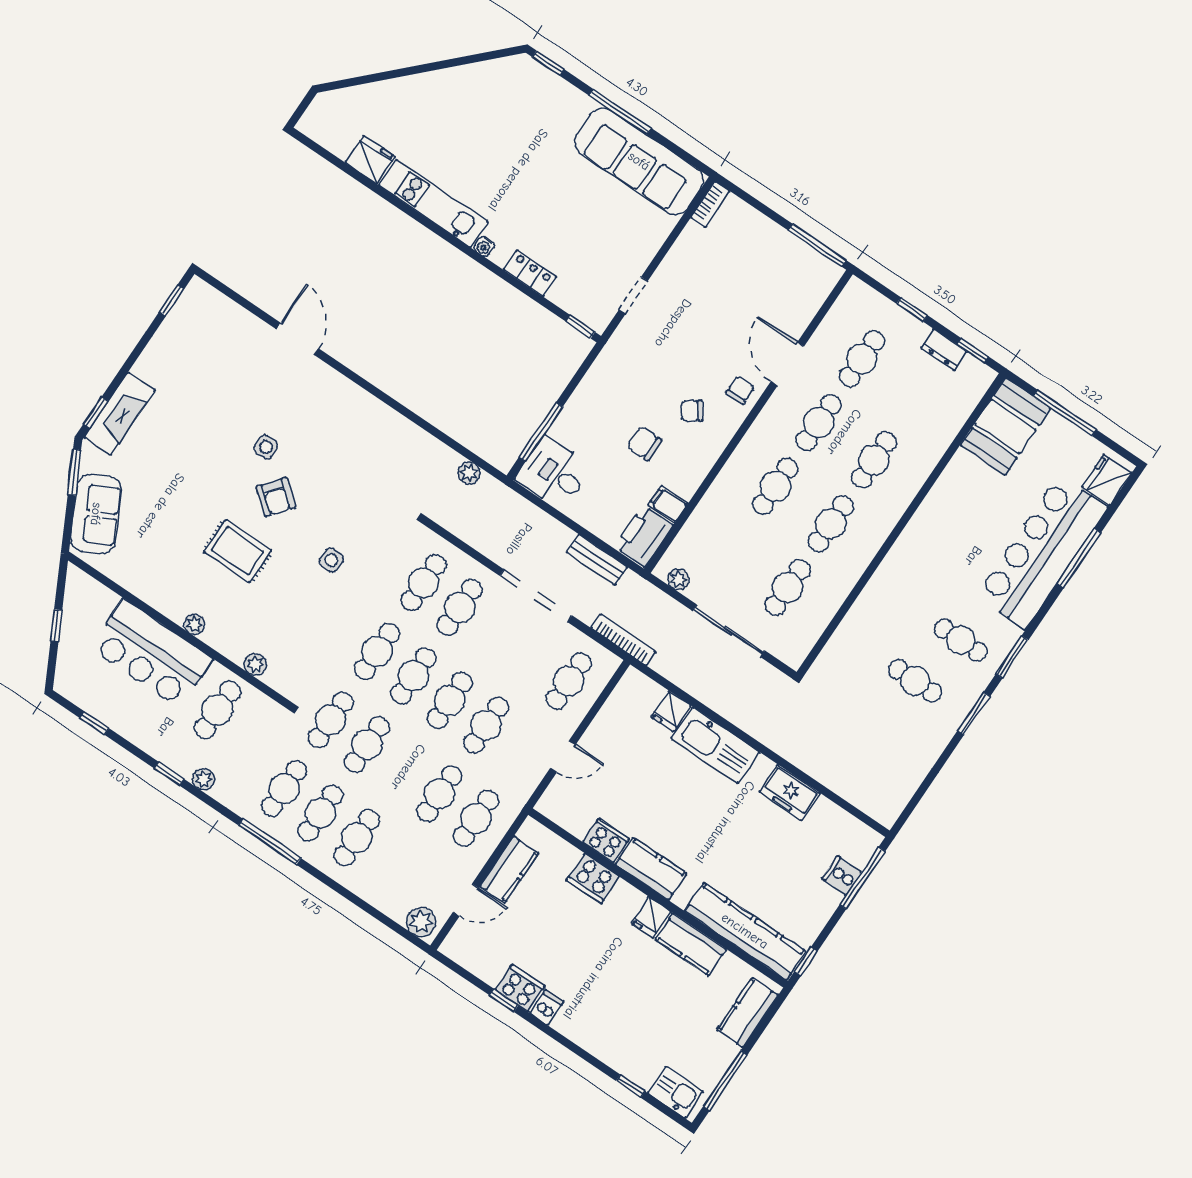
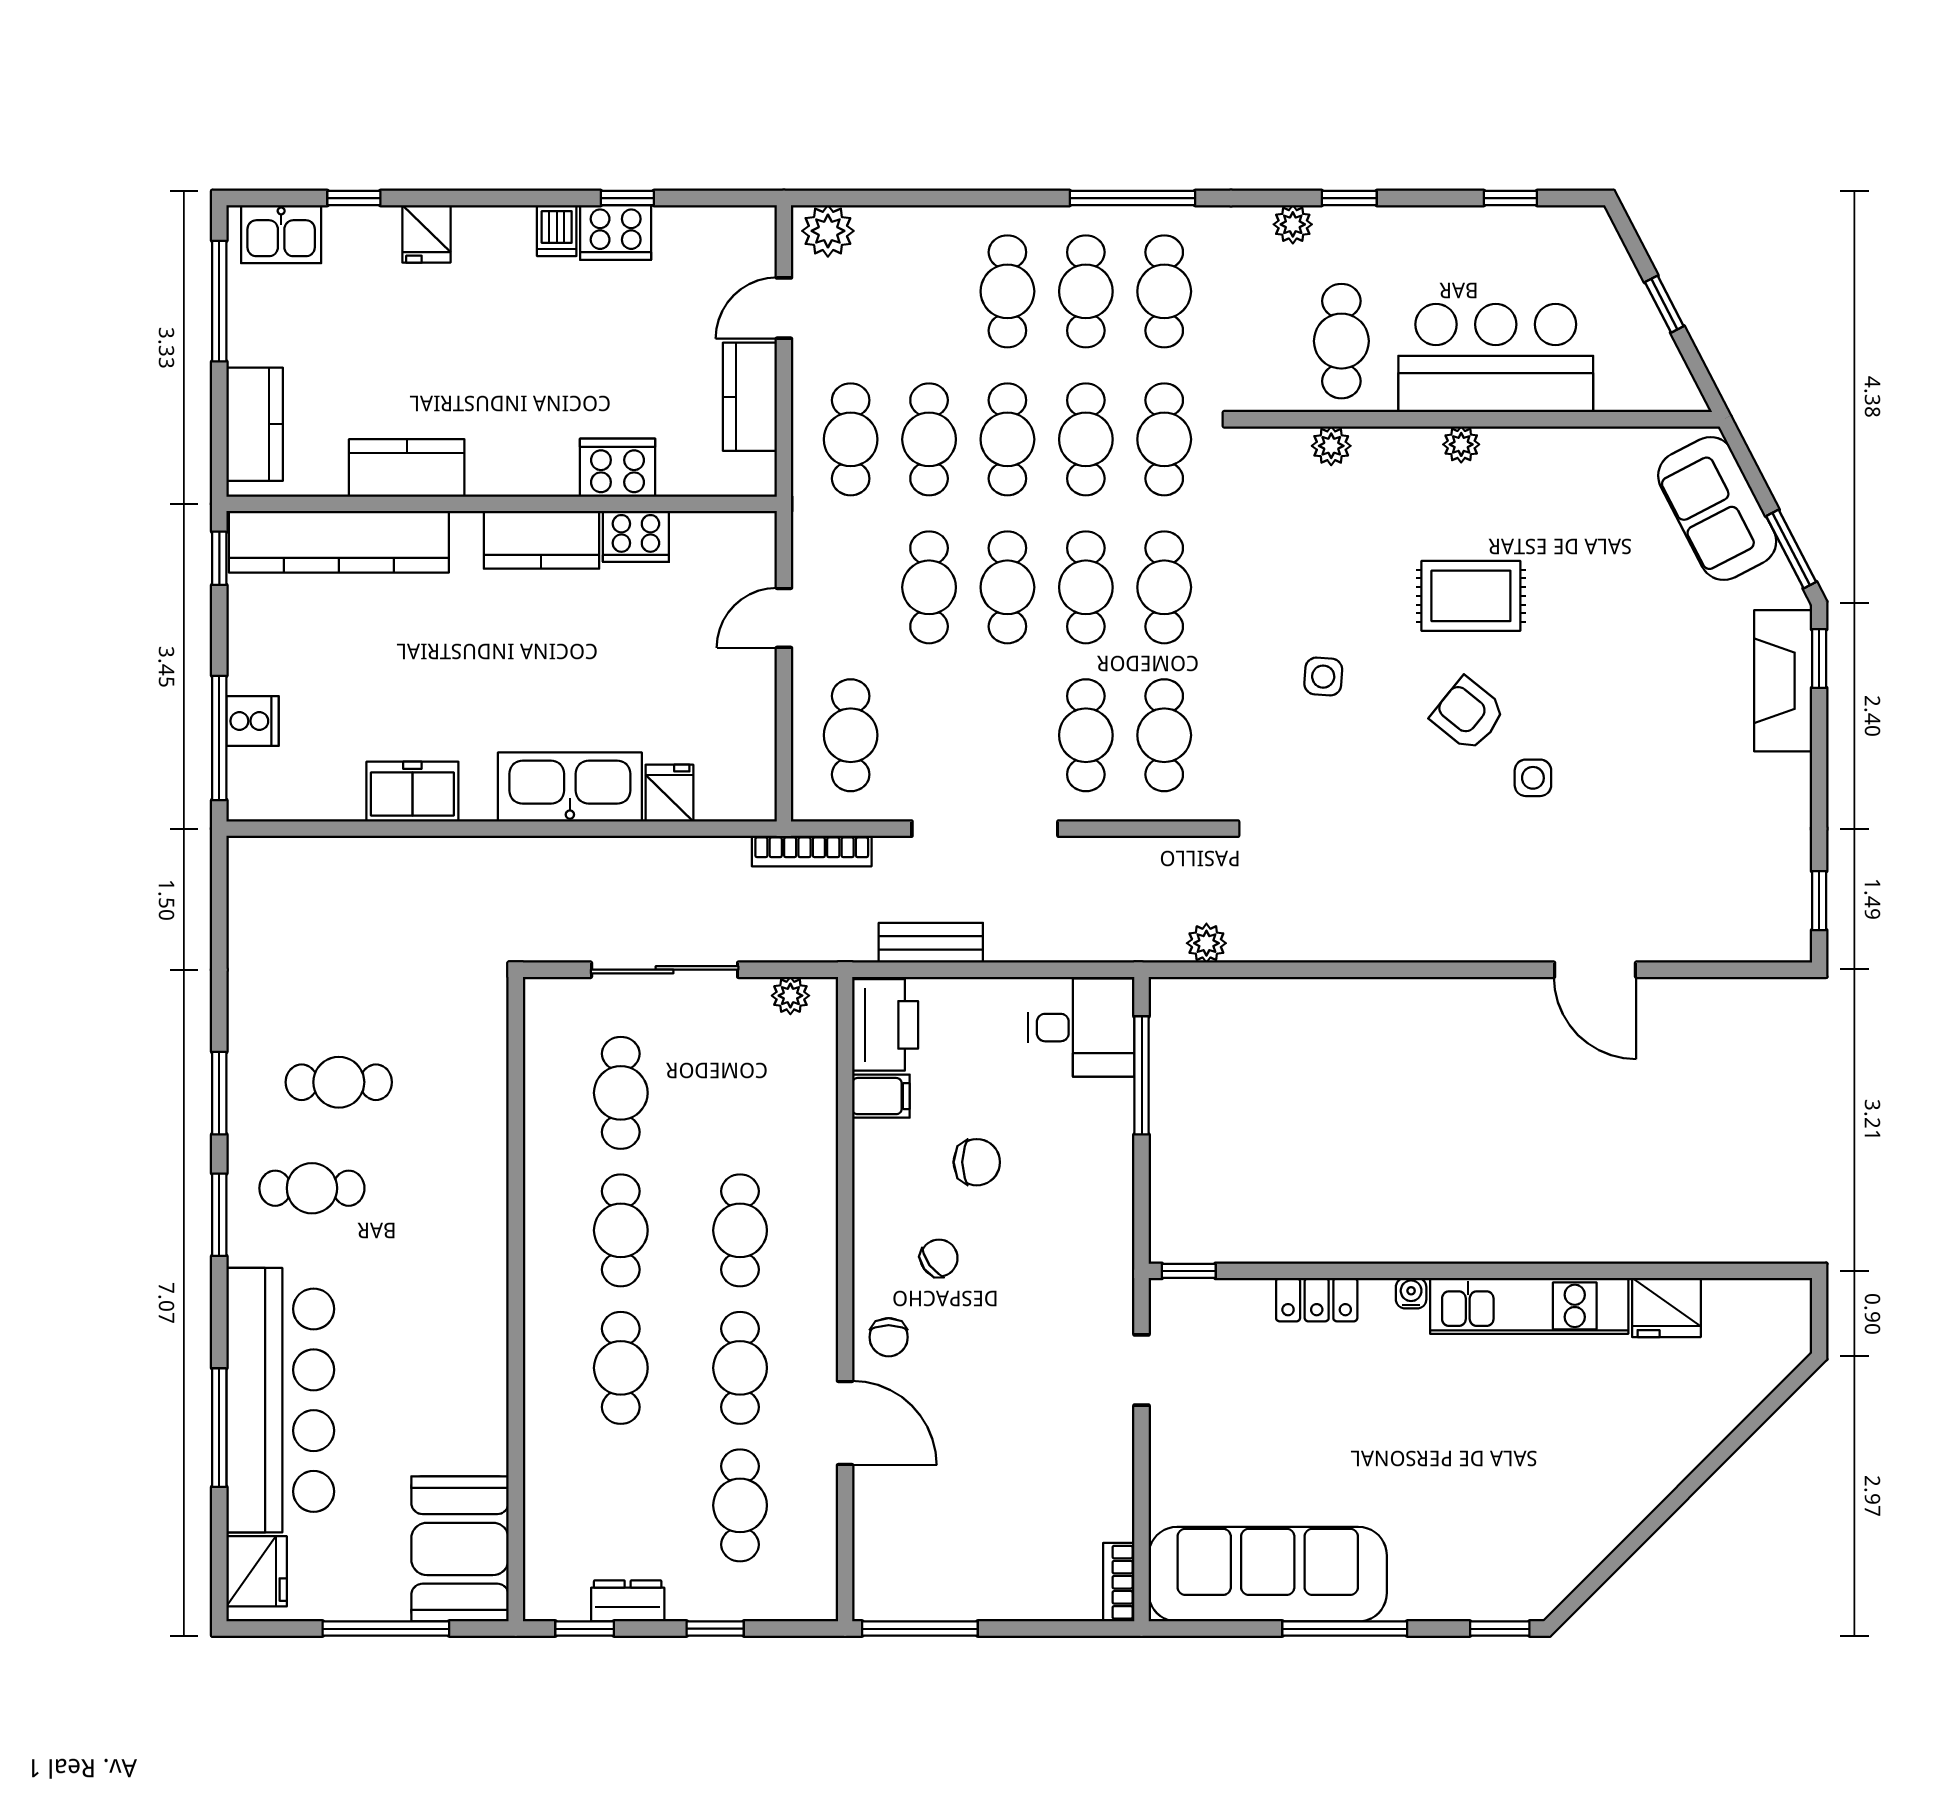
cafe table: (403, 769) -> (1007, 439), added
fridge: (651, 917) -> (426, 234), moved, turned 180

